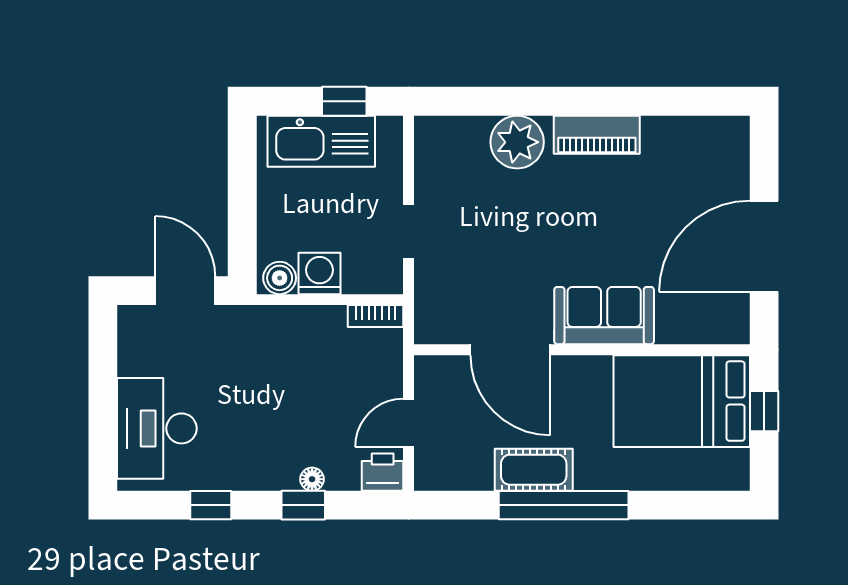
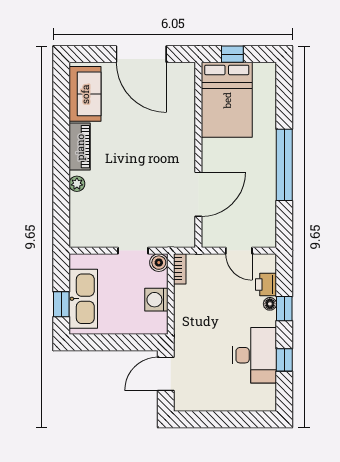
window: (344, 101) -> (61, 304), moved
plant: (517, 142) -> (77, 184), width x0.53, depth x0.53
boiler: (280, 278) -> (159, 263), moved
sofa: (604, 316) -> (85, 94), moved, turned 180
desk: (157, 428) -> (254, 355), moved, turned -90
cot: (534, 470) -> (265, 181), removed
printer: (383, 472) -> (266, 284), moved

